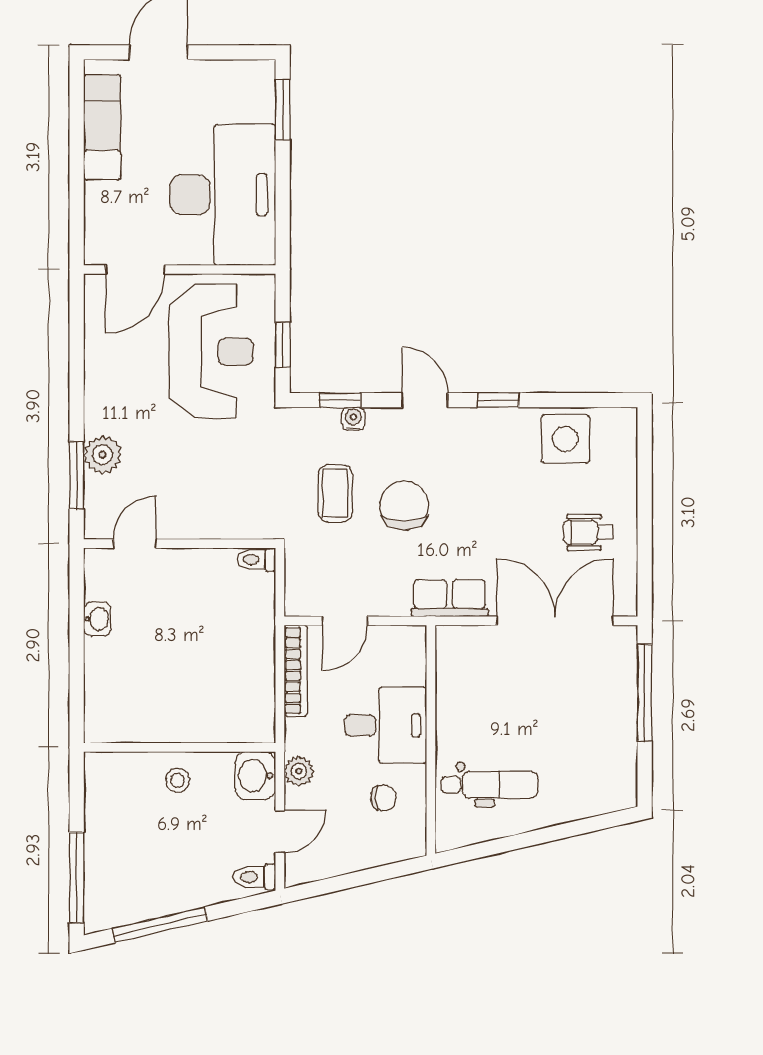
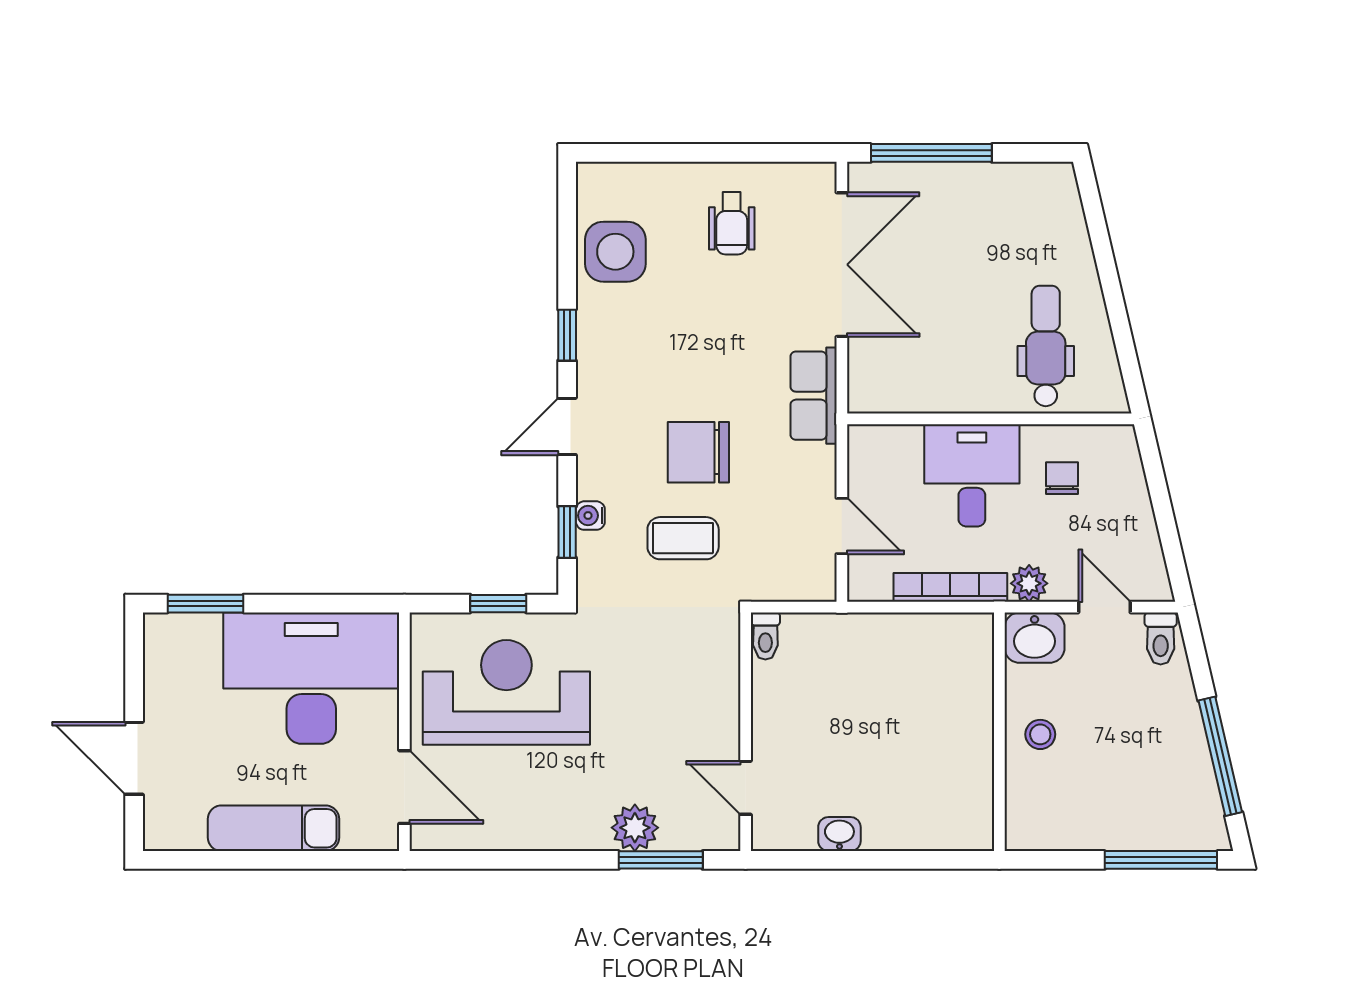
exam couch: (102, 127) -> (273, 828), moved
double door: (555, 621) -> (842, 265), swing flipped
bookcase: (296, 671) -> (950, 587), moved

